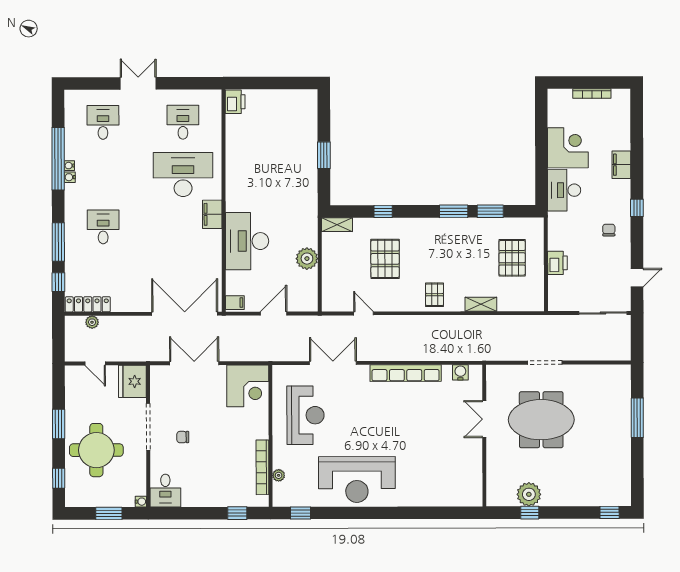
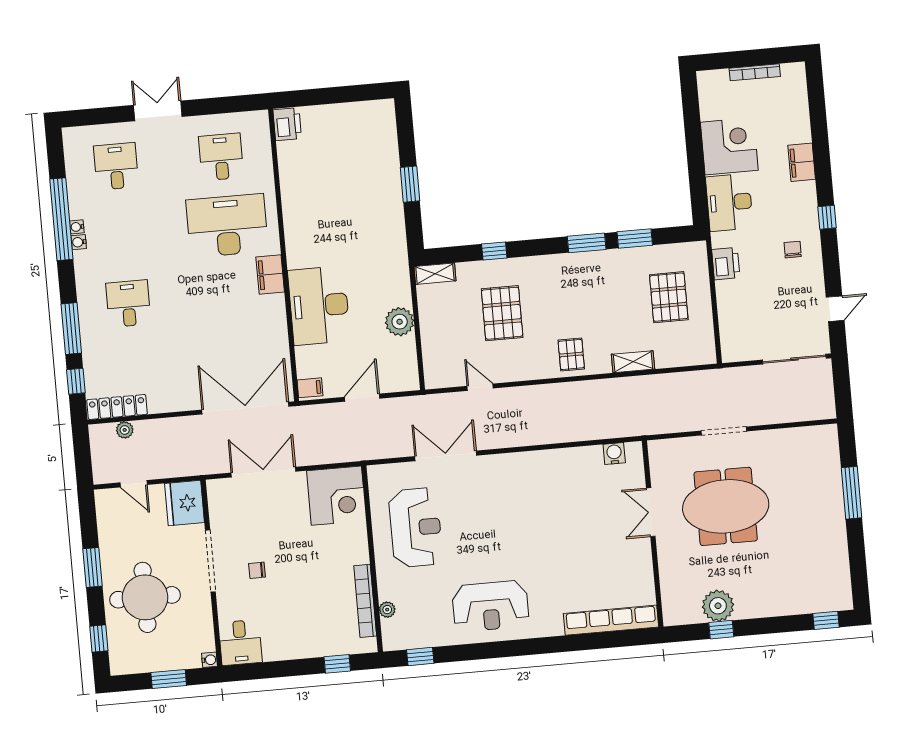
printer: (557, 263) -> (726, 264), moved
row of seats: (406, 373) -> (611, 620), moved, turned 180
reception desk: (357, 480) -> (491, 606), width x0.74, depth x0.77

